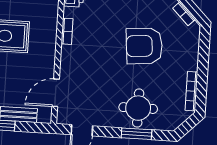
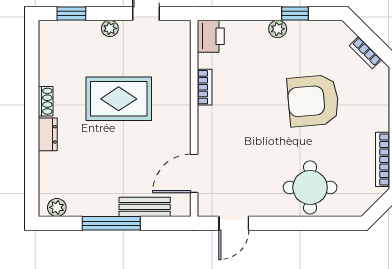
window: (137, 134) -> (310, 223), removed

